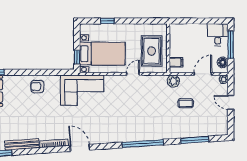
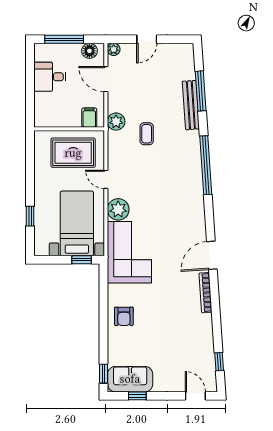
desk: (218, 35) -> (50, 77), moved
plant: (112, 82) -> (118, 209), added
coffee table: (186, 103) -> (147, 134), moved
bench: (22, 144) -> (191, 105), moved

